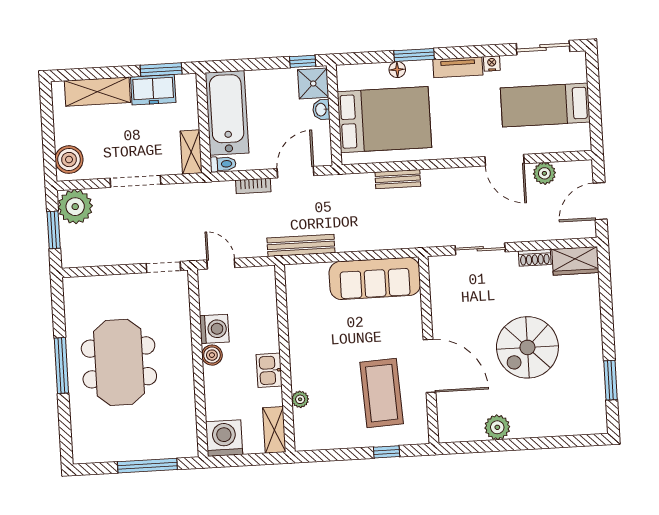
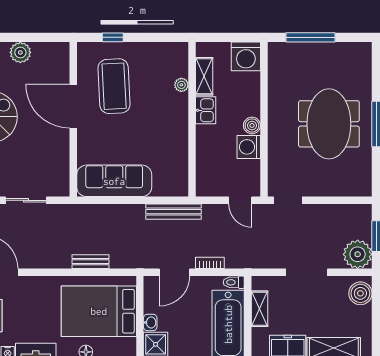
shelving: (191, 152) -> (259, 309), moved
shelving: (274, 430) -> (204, 76), moved

